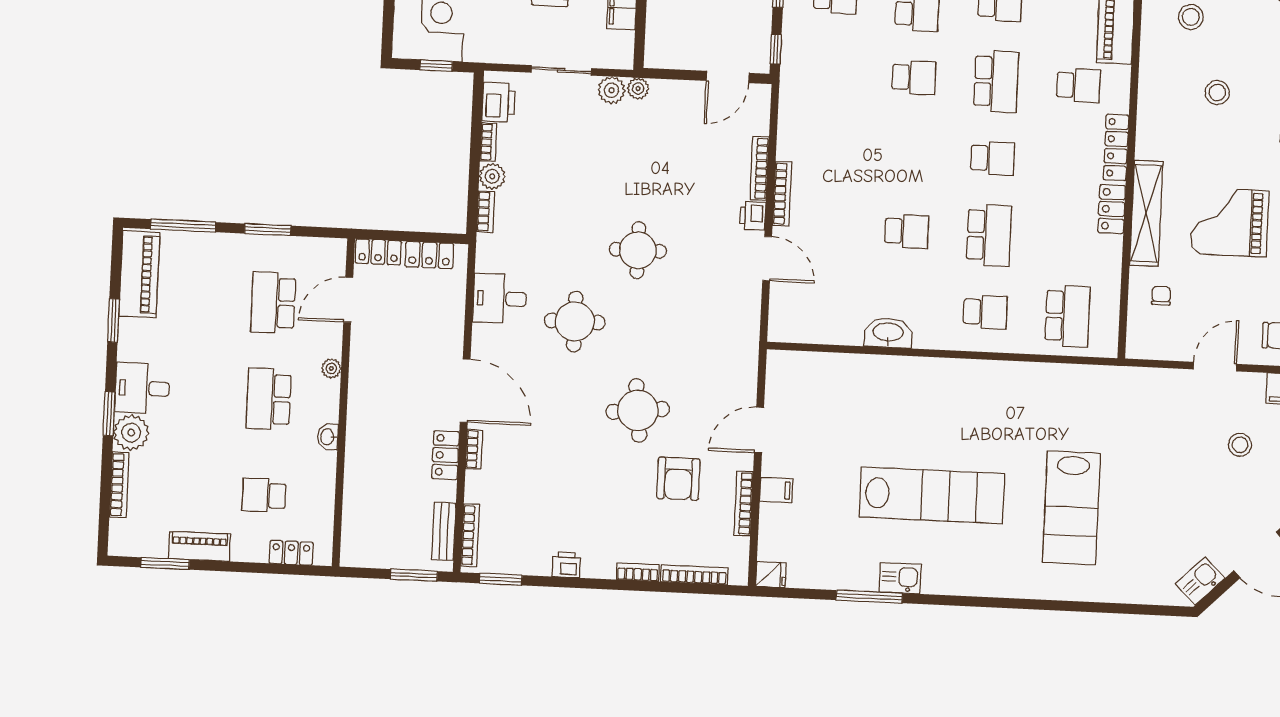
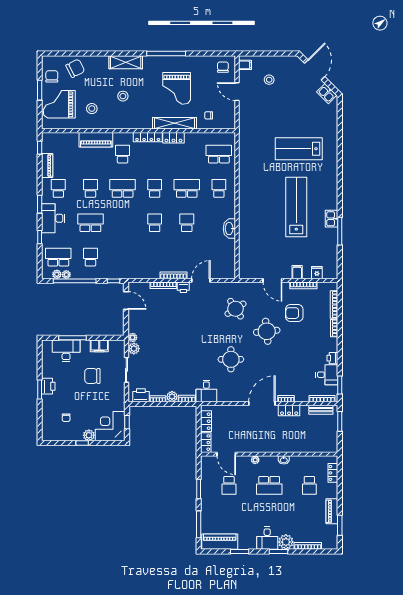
school desk: (914, 78) -> (155, 223), moved
round table: (638, 250) -> (236, 309), moved, turned -33
desk: (500, 299) -> (206, 391), moved
school desk: (273, 303) -> (229, 485), width x0.54
armchair: (678, 479) -> (294, 313), turned 180
lab bench: (1071, 508) -> (299, 149), turned 180
desk: (527, 549) -> (327, 375), added
fridge: (771, 574) -> (317, 273), moved

